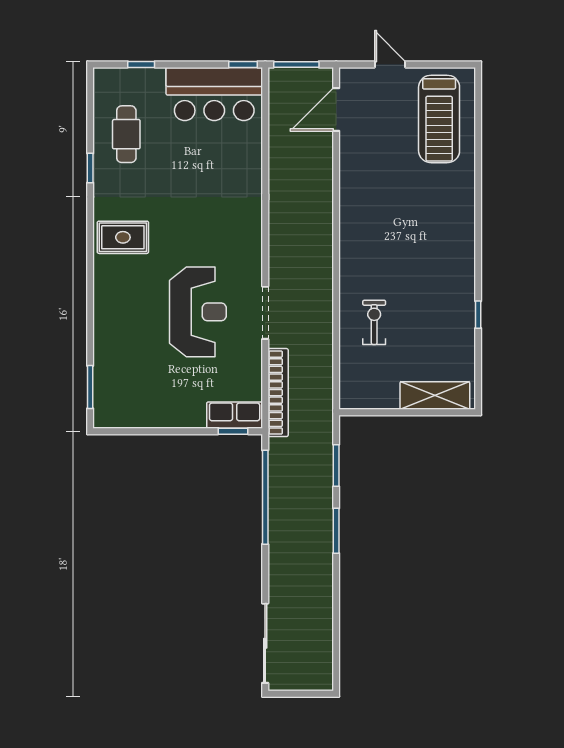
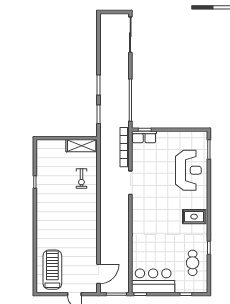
reception desk: (198, 312) -> (188, 170), moved, turned 180
shelving: (435, 396) -> (82, 146), moved

